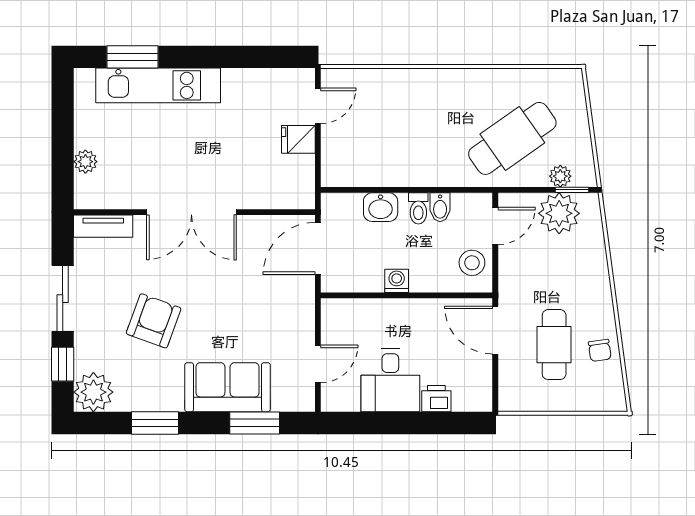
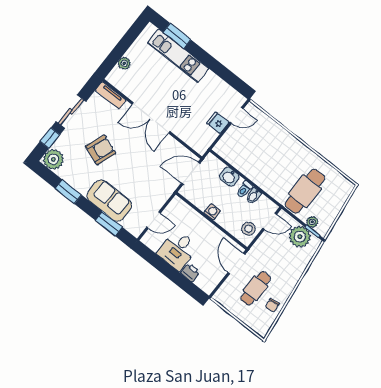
cafe table: (512, 138) -> (305, 191), turned -55

